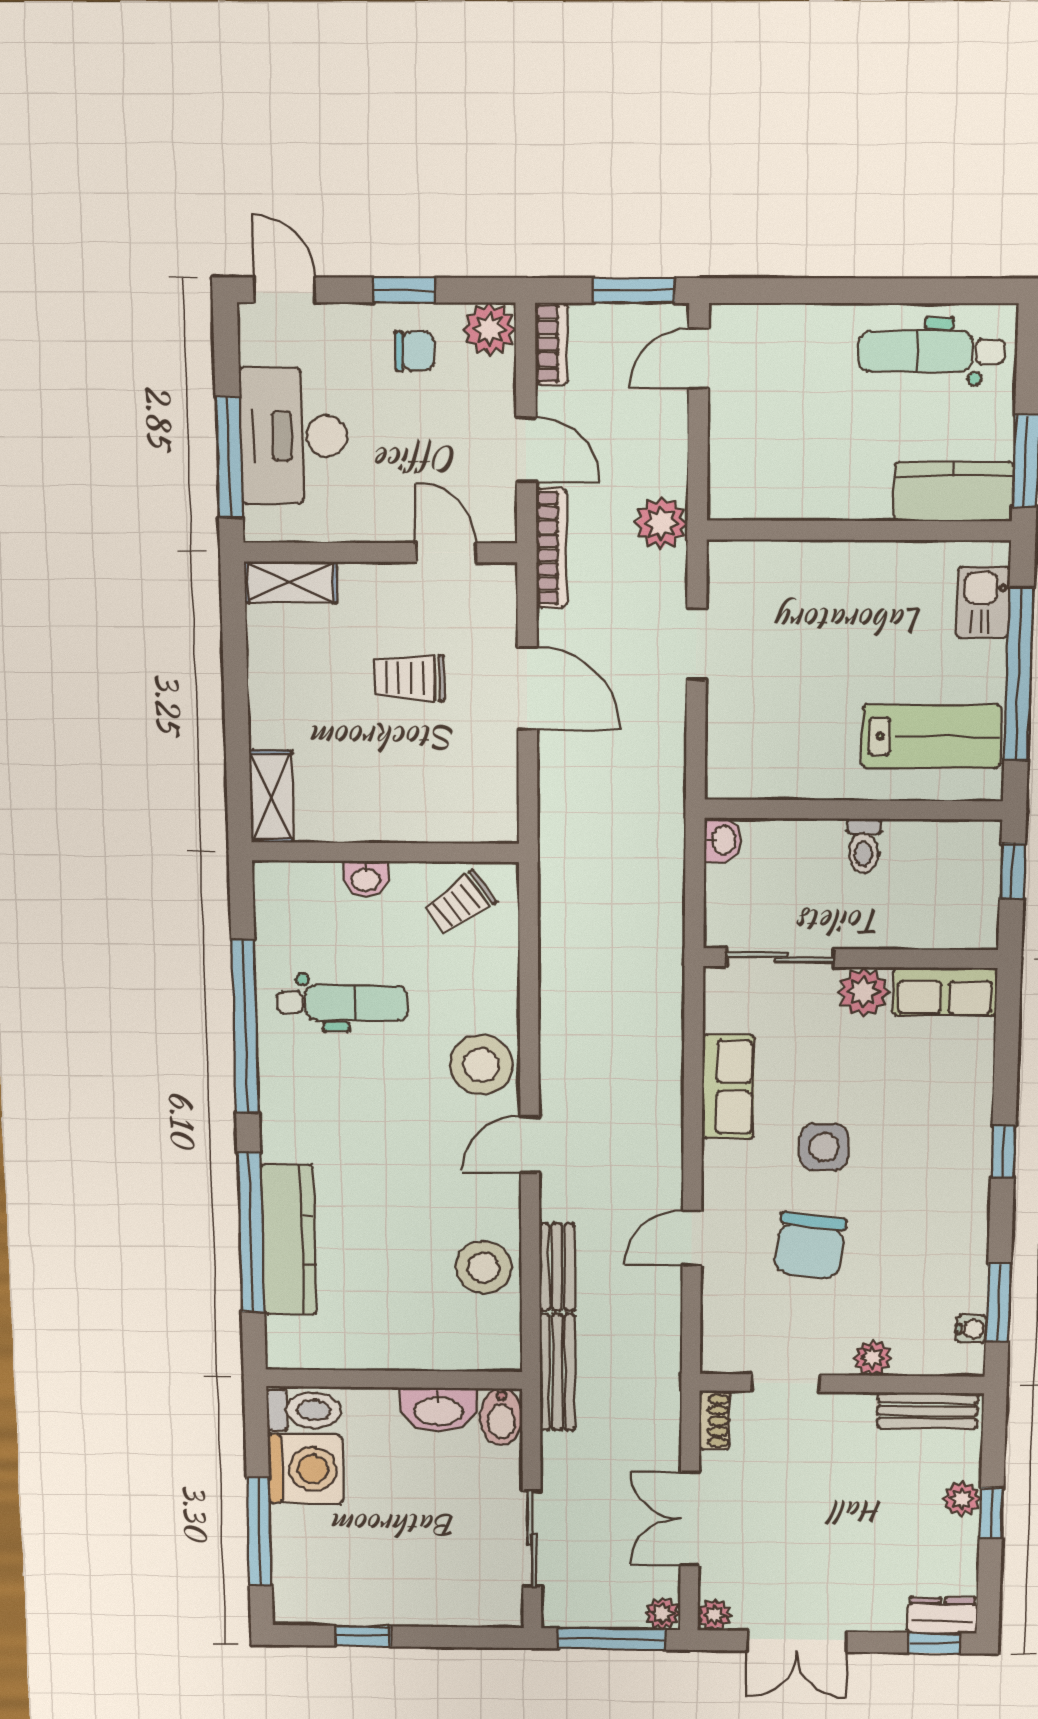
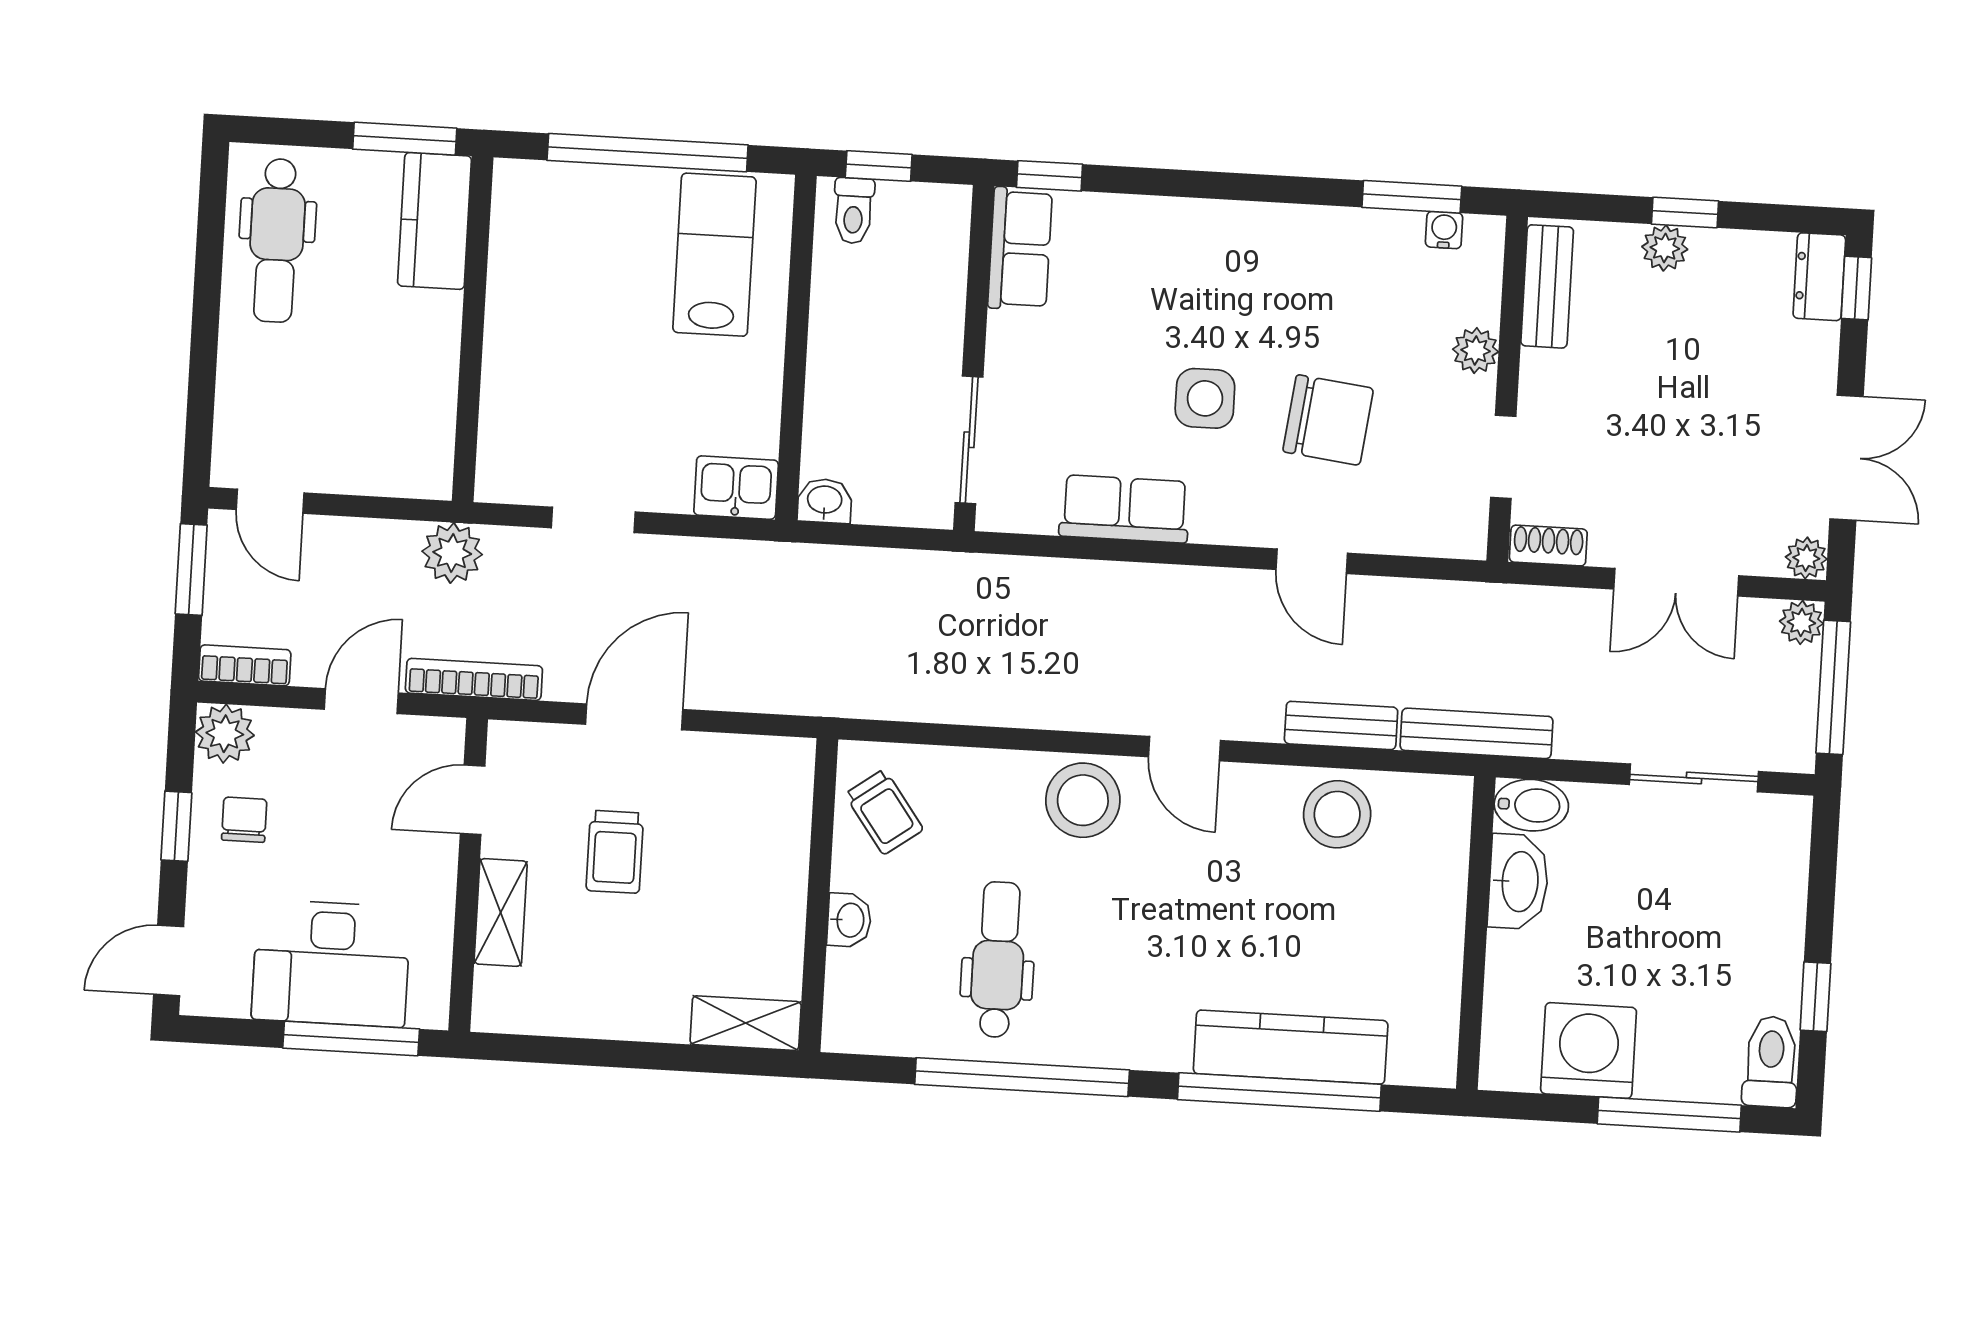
shelving: (290, 582) -> (501, 912), moved
kitchen sink: (983, 602) -> (736, 488), moved, turned 180
toilet: (864, 846) -> (853, 211), moved, turned 90
plant: (863, 992) -> (1016, 344), removed
window: (1003, 1151) -> (1050, 176), moved
toilet: (303, 1410) -> (1771, 1062), moved

